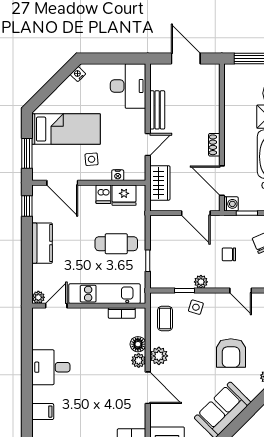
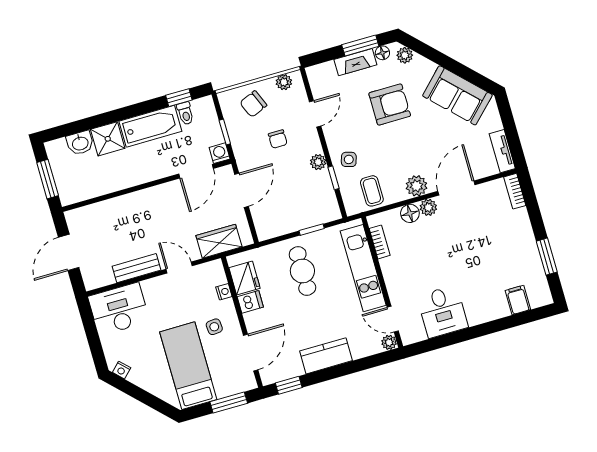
shoe rack: (214, 145) -> (158, 192), removed
coffee table: (165, 319) -> (372, 191), turned 90
desk: (51, 367) -> (442, 312), moved

